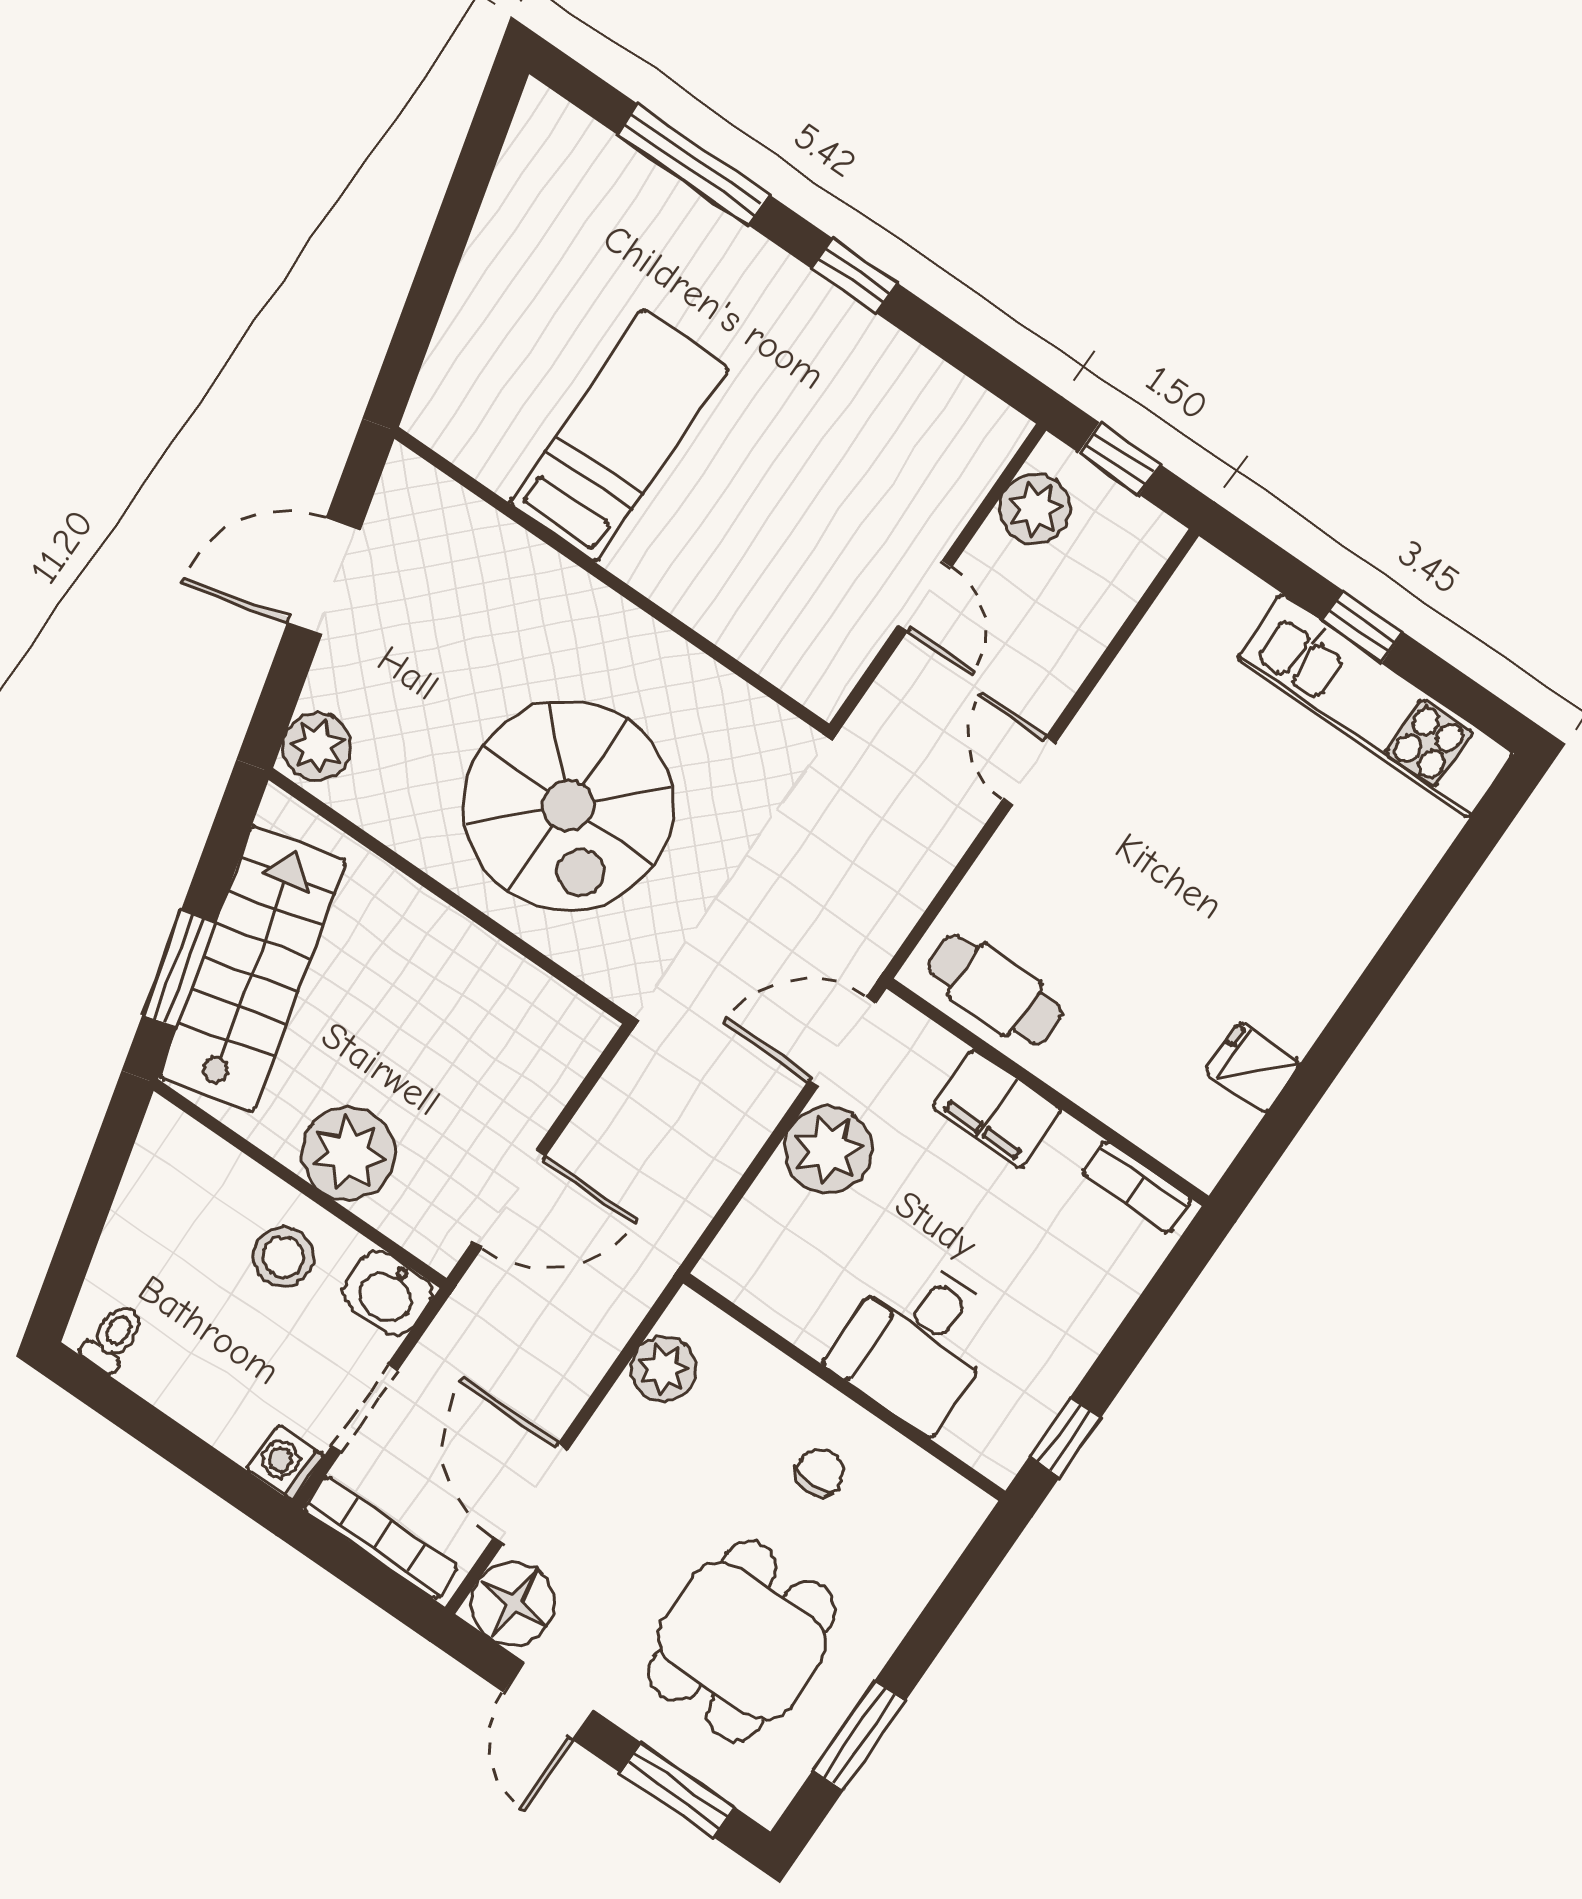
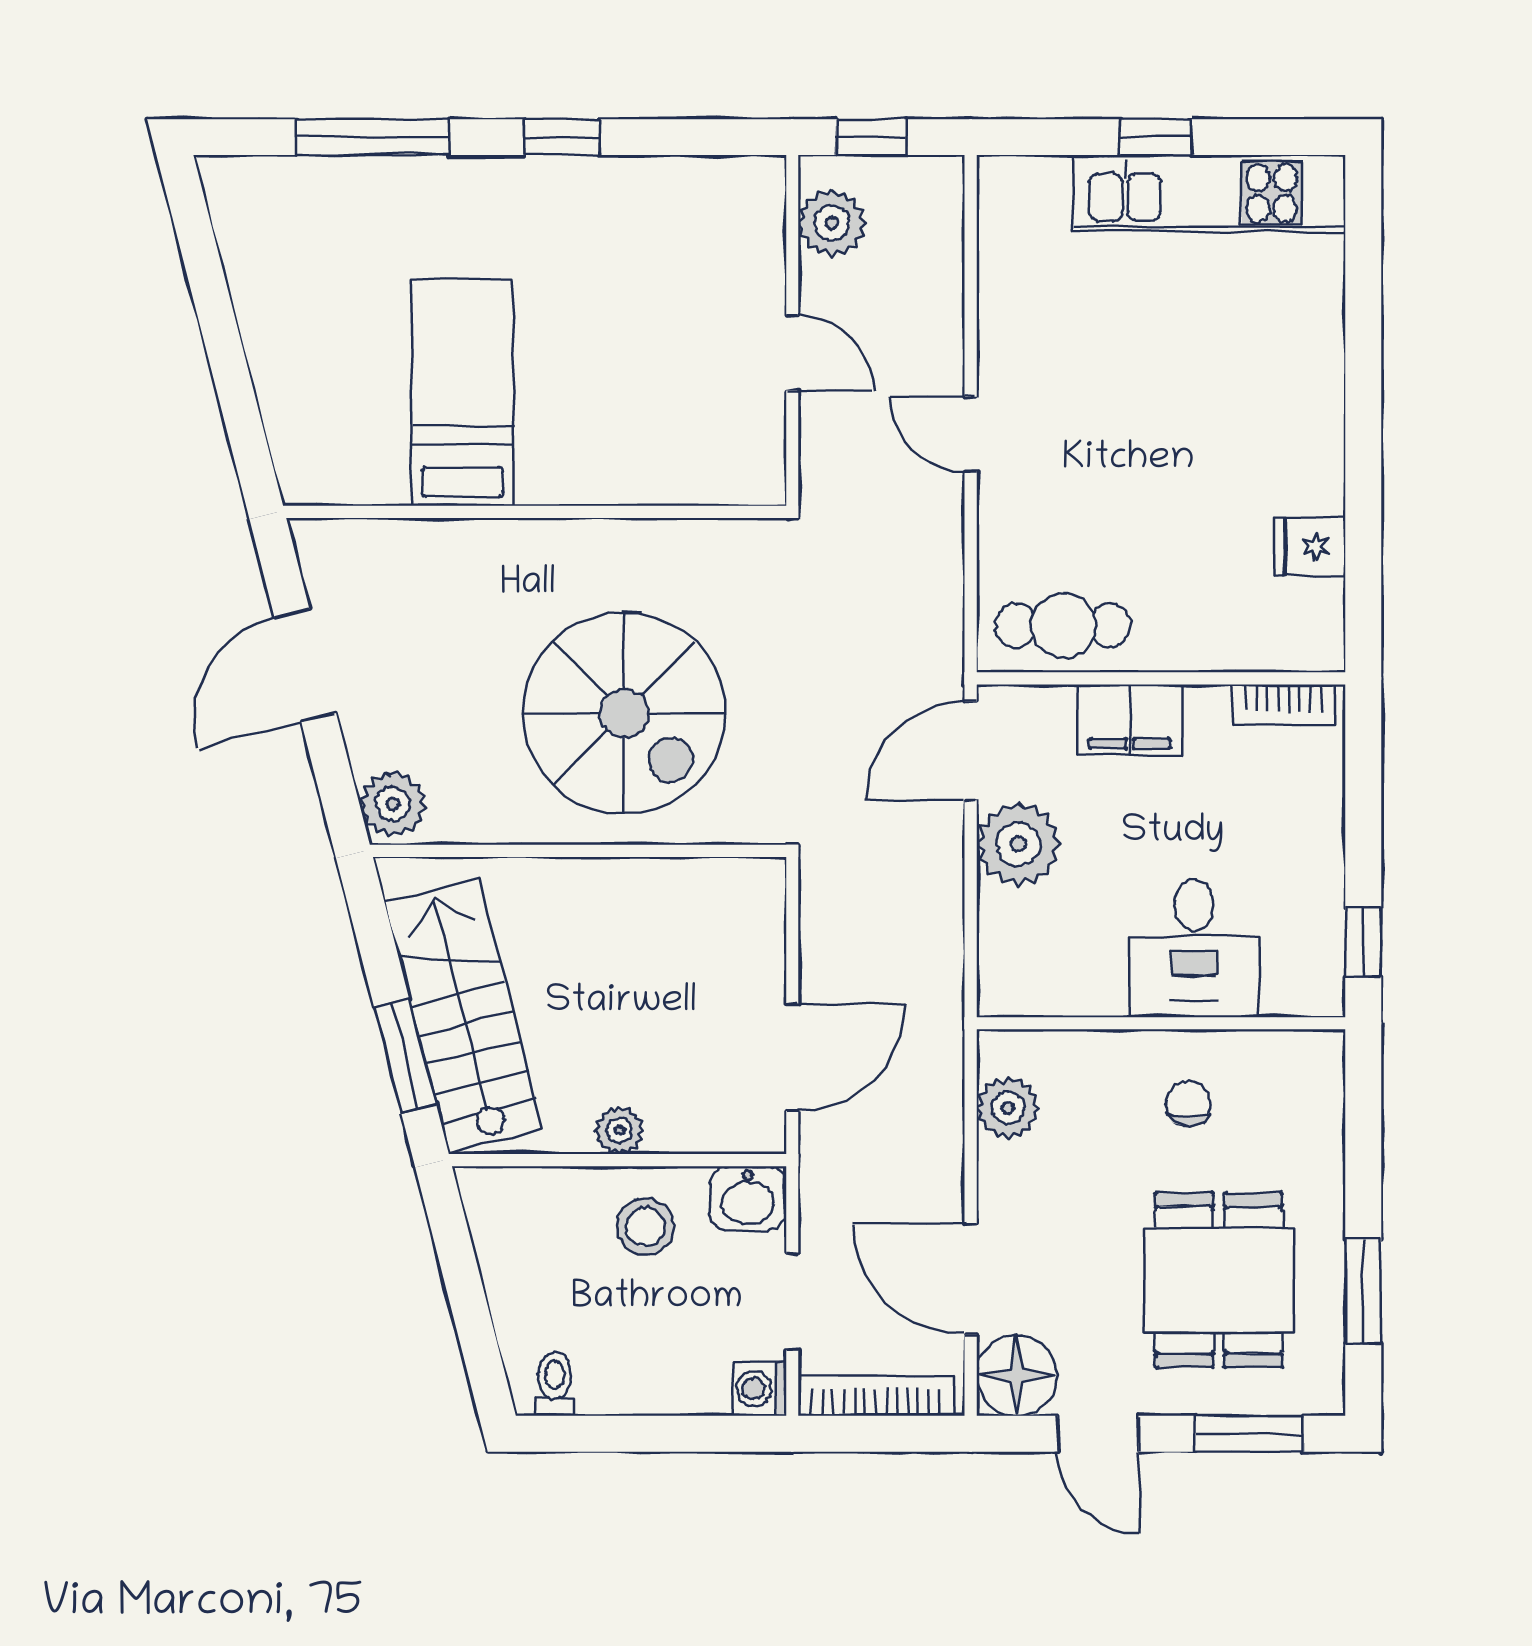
plant: (349, 1154) -> (620, 1130), width x0.53, depth x0.53

